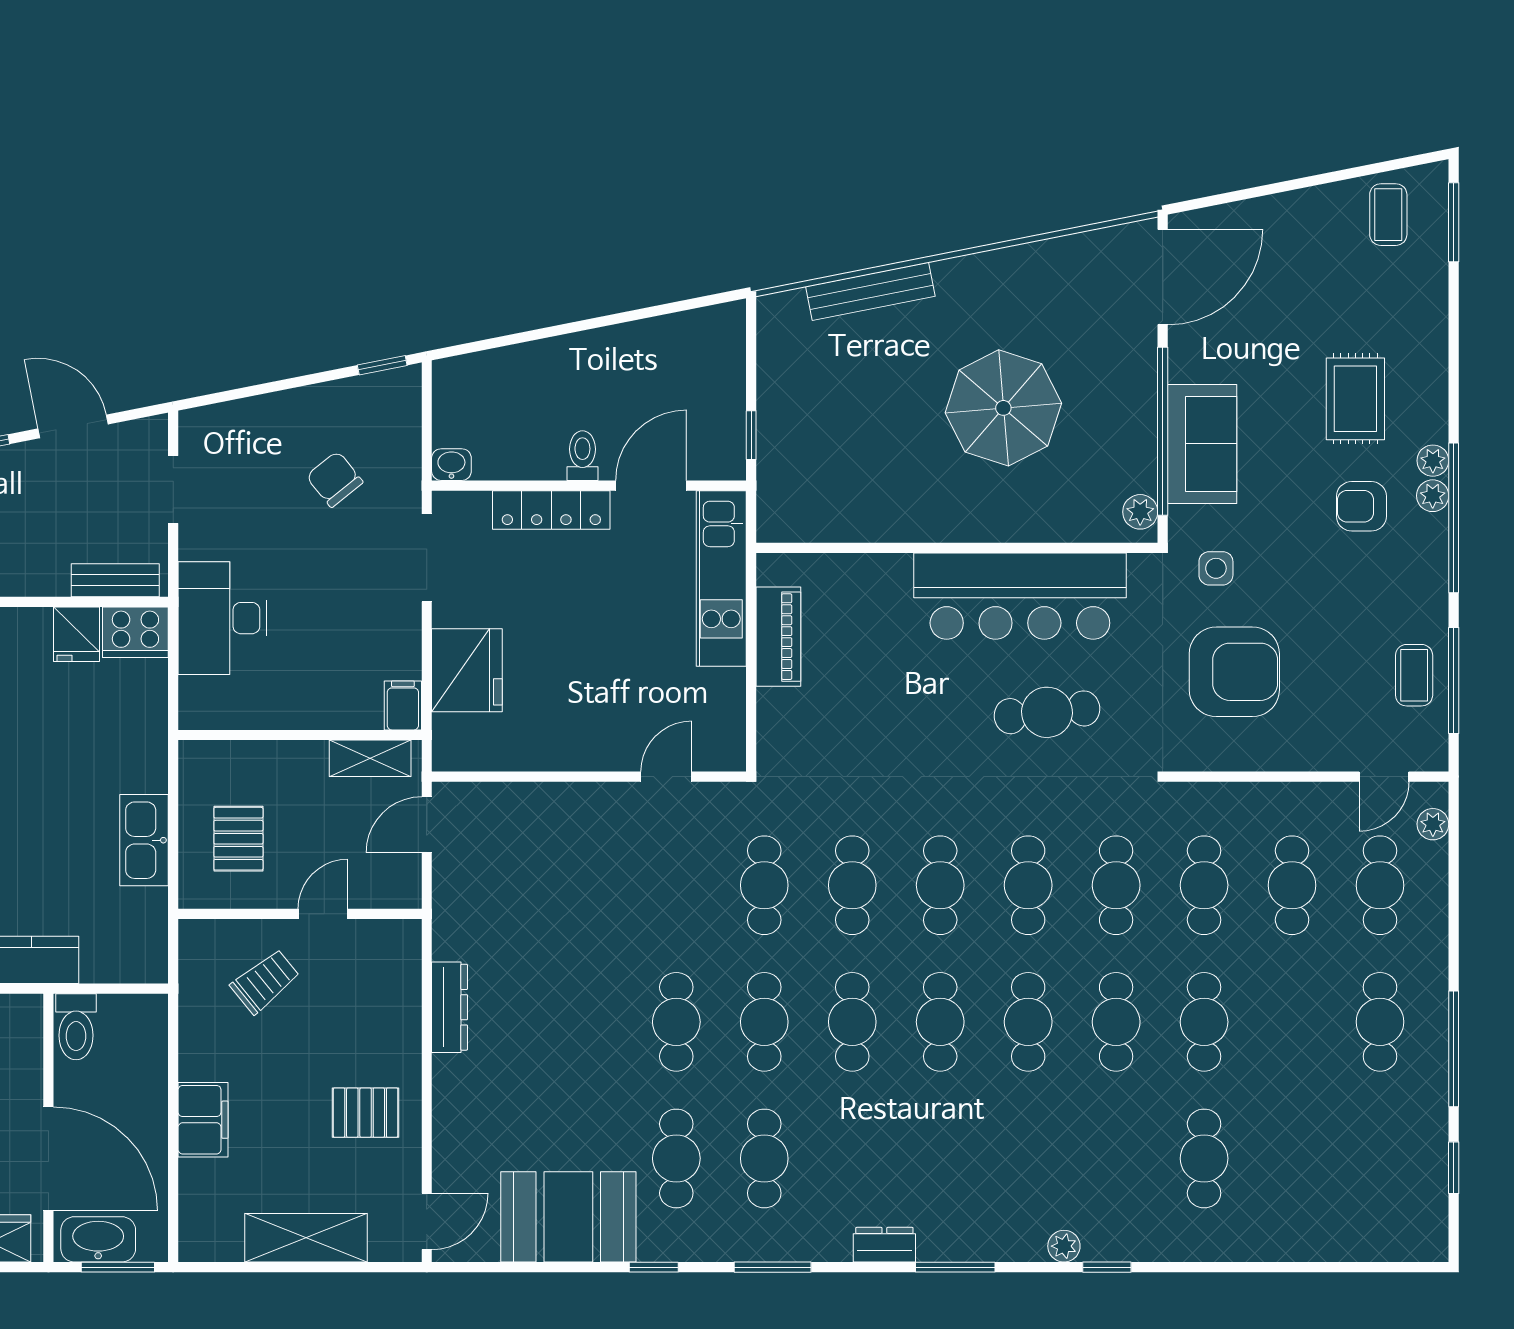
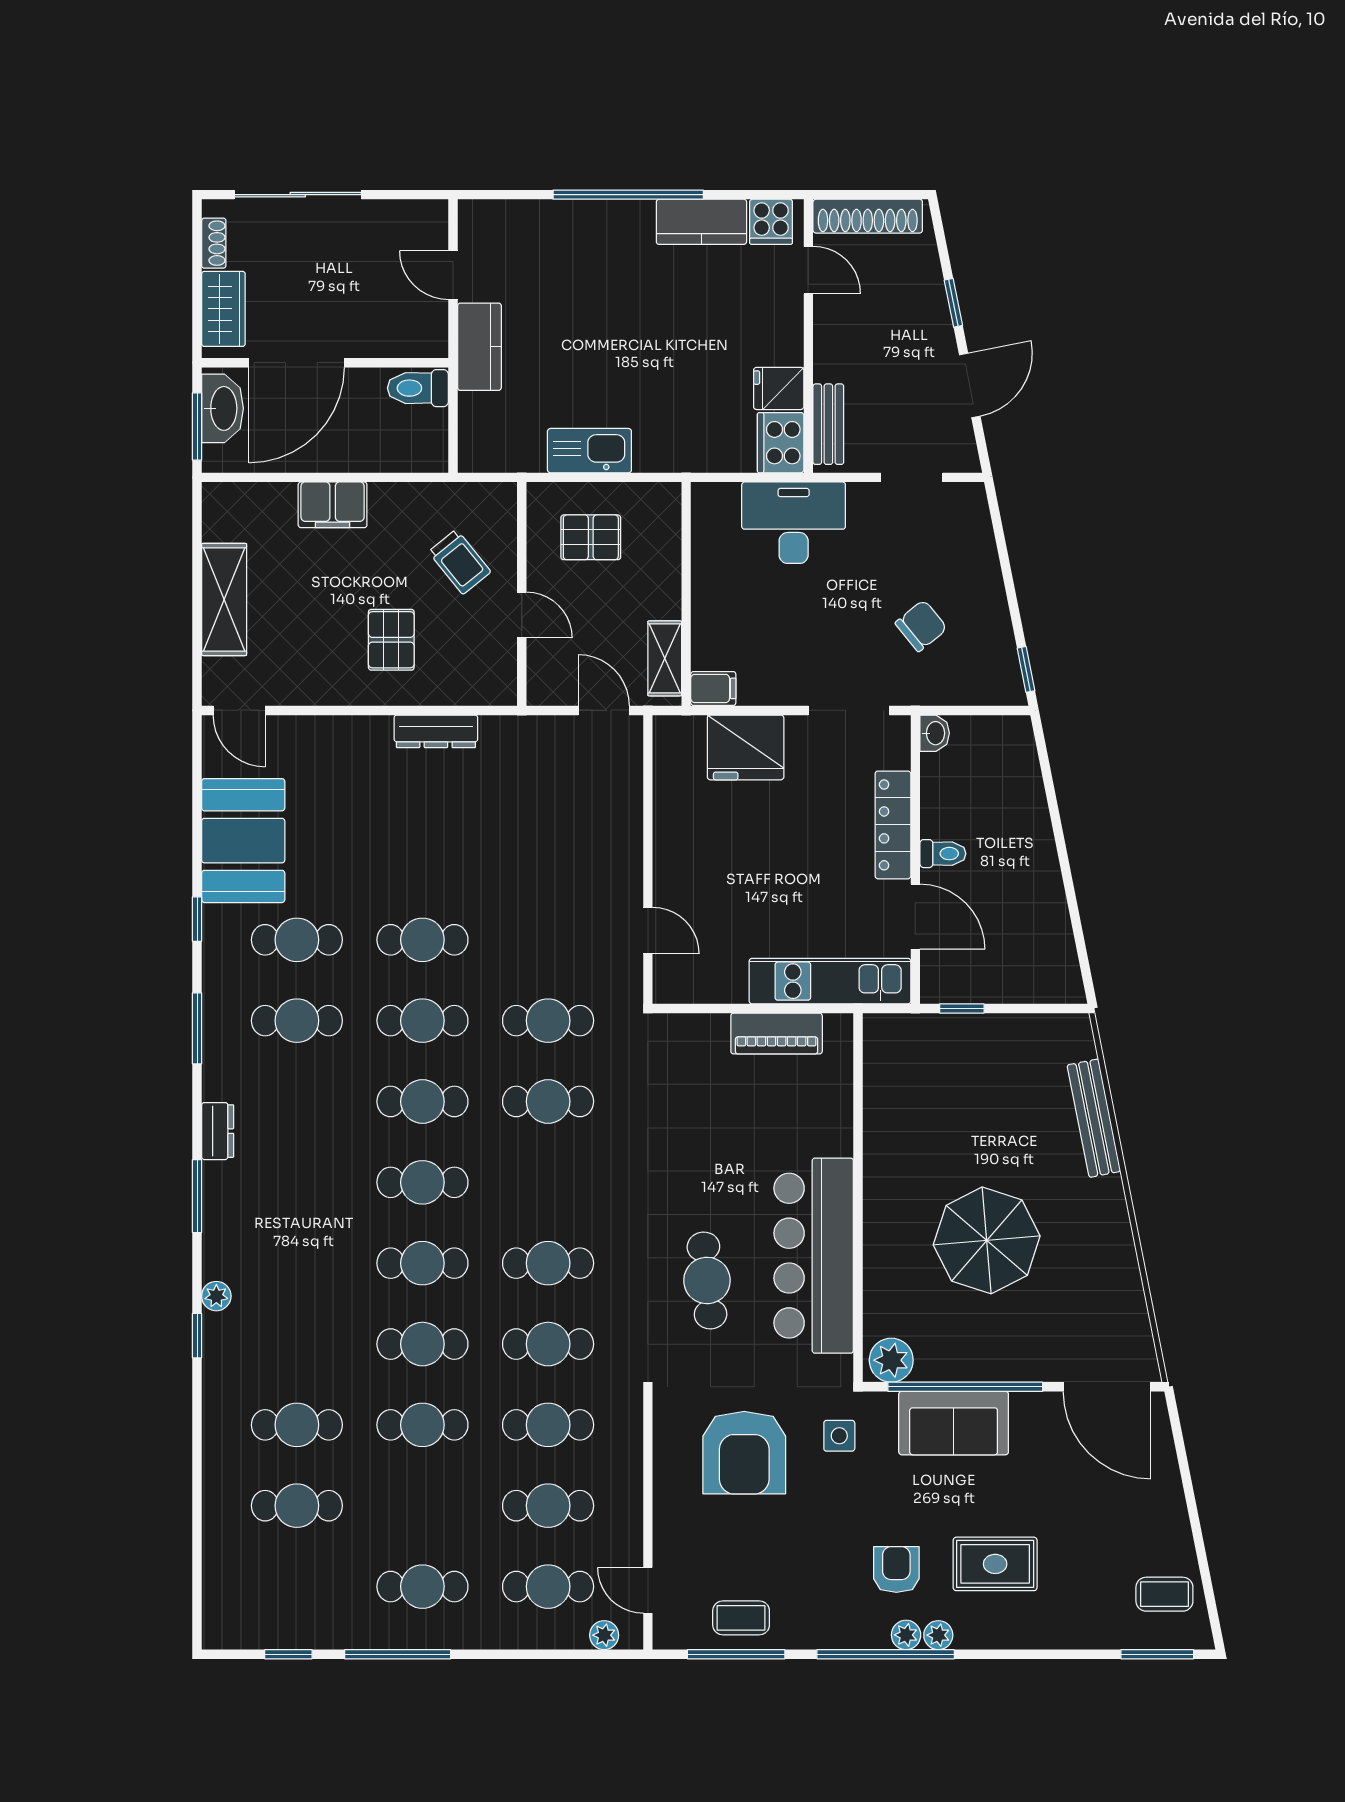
plant: (1140, 512) -> (891, 1360), width x1.38, depth x1.38
cafe table: (940, 885) -> (297, 1506), moved
pallet: (366, 1113) -> (391, 640), moved

